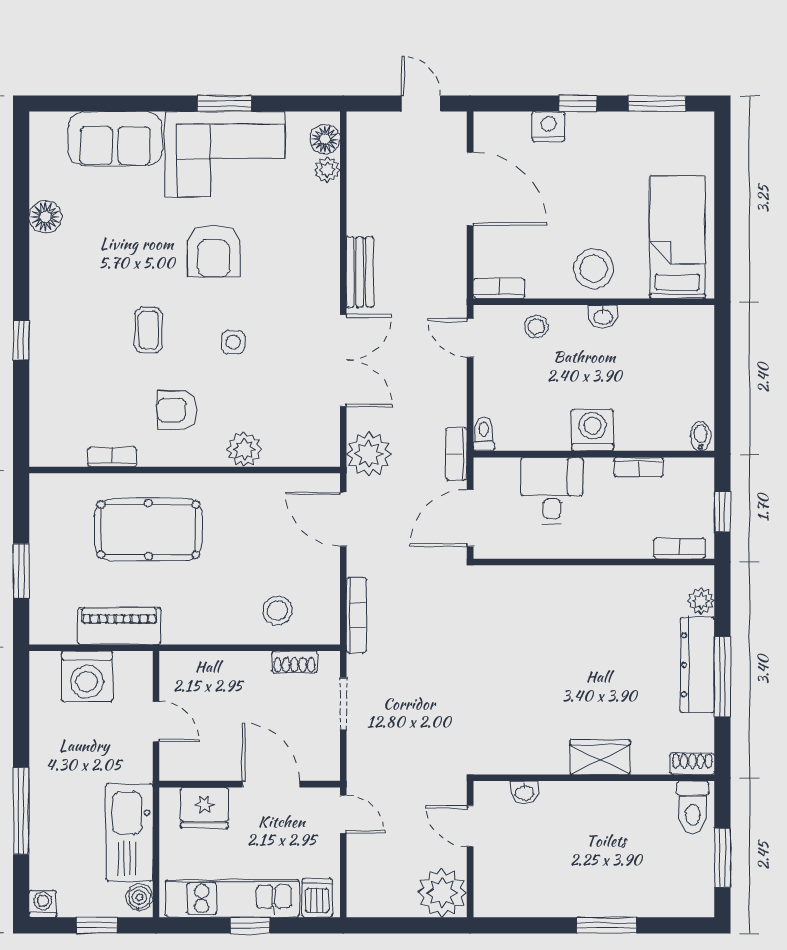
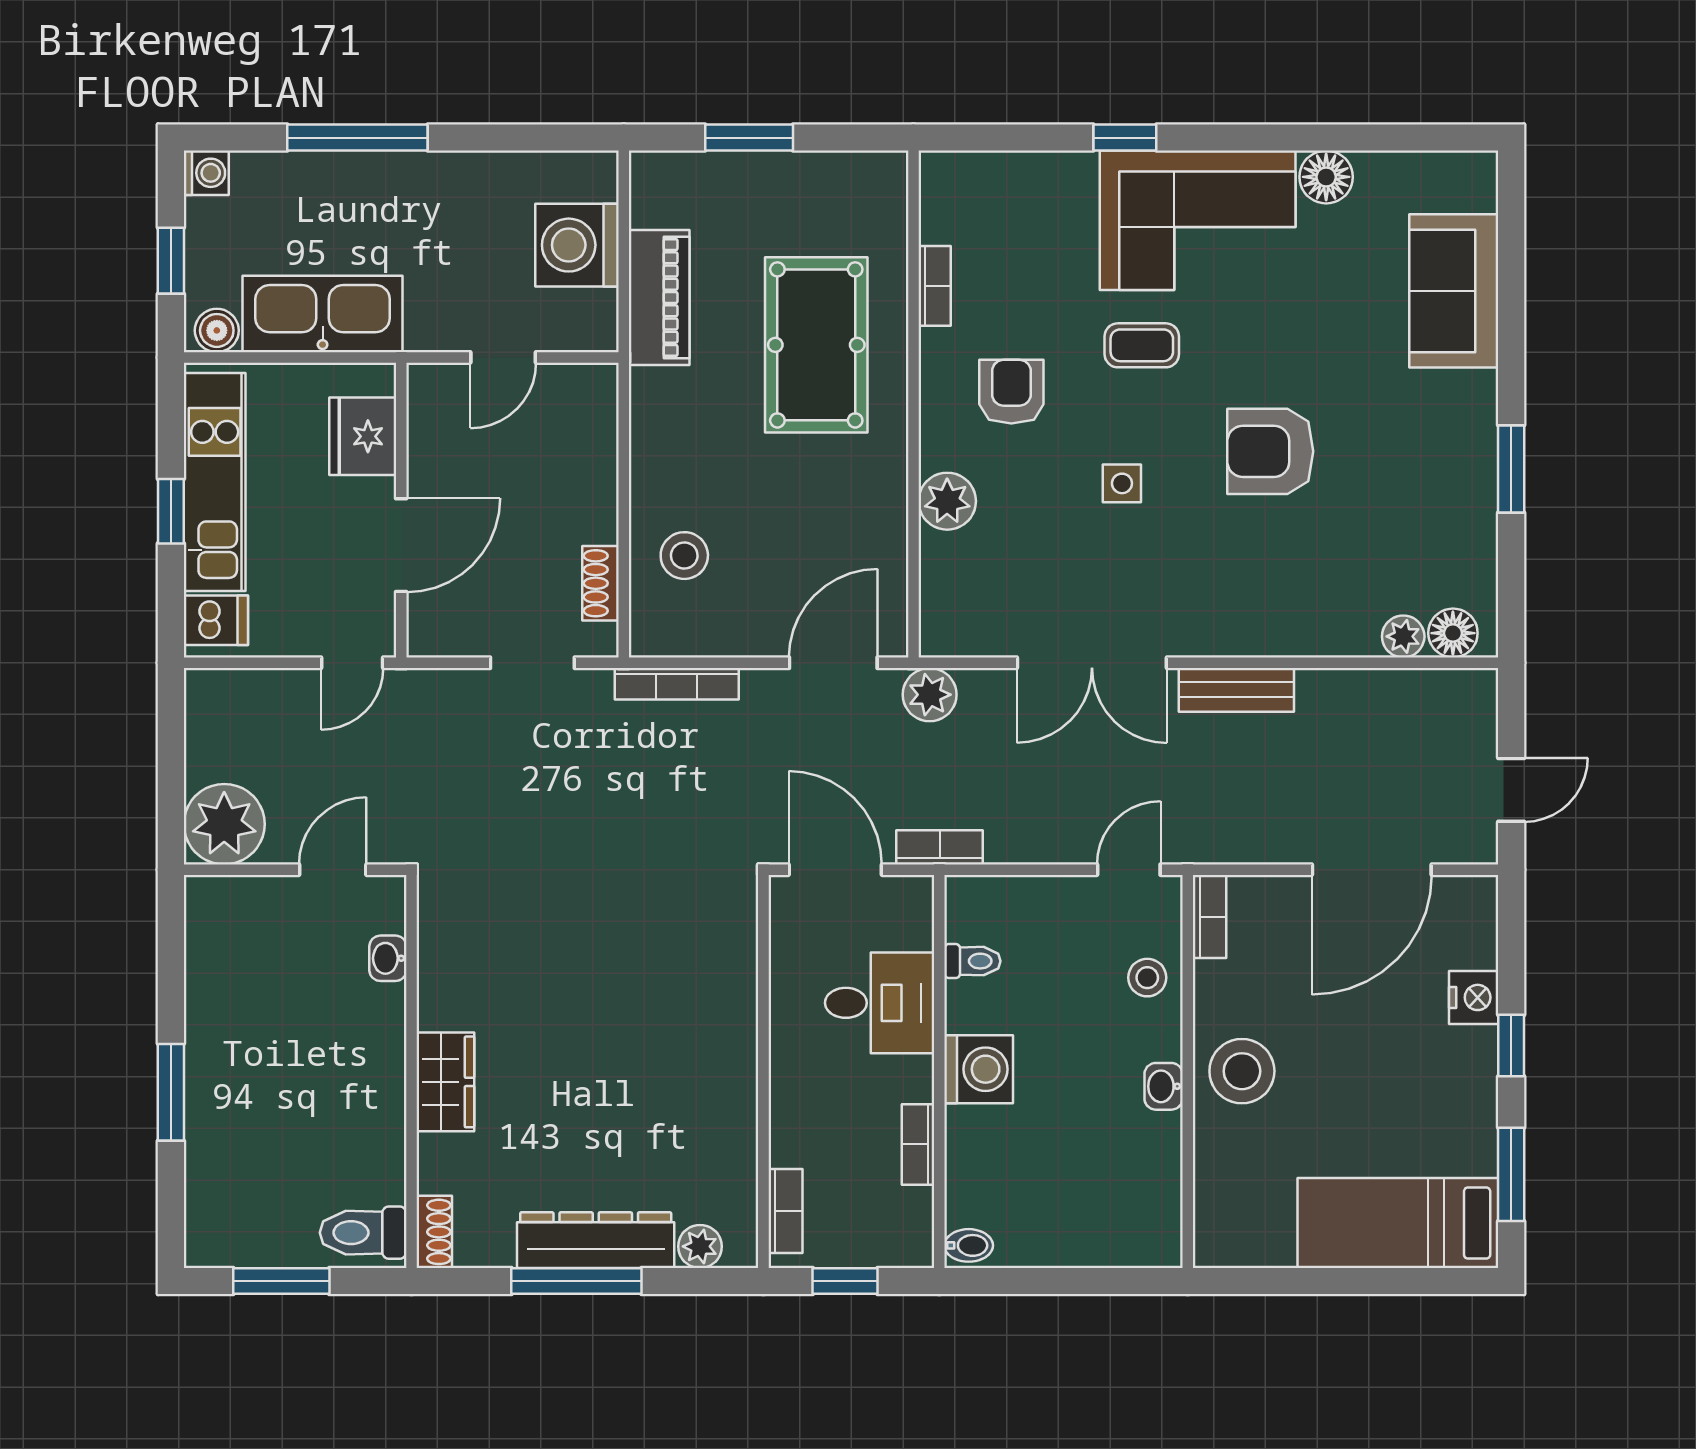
corner sofa: (225, 154) -> (1198, 220), moved, turned -90
bed: (677, 237) -> (1398, 1223), moved, turned 180
toilet: (484, 434) -> (972, 961), moved
plant: (369, 454) -> (930, 695), width x0.73, depth x0.73

